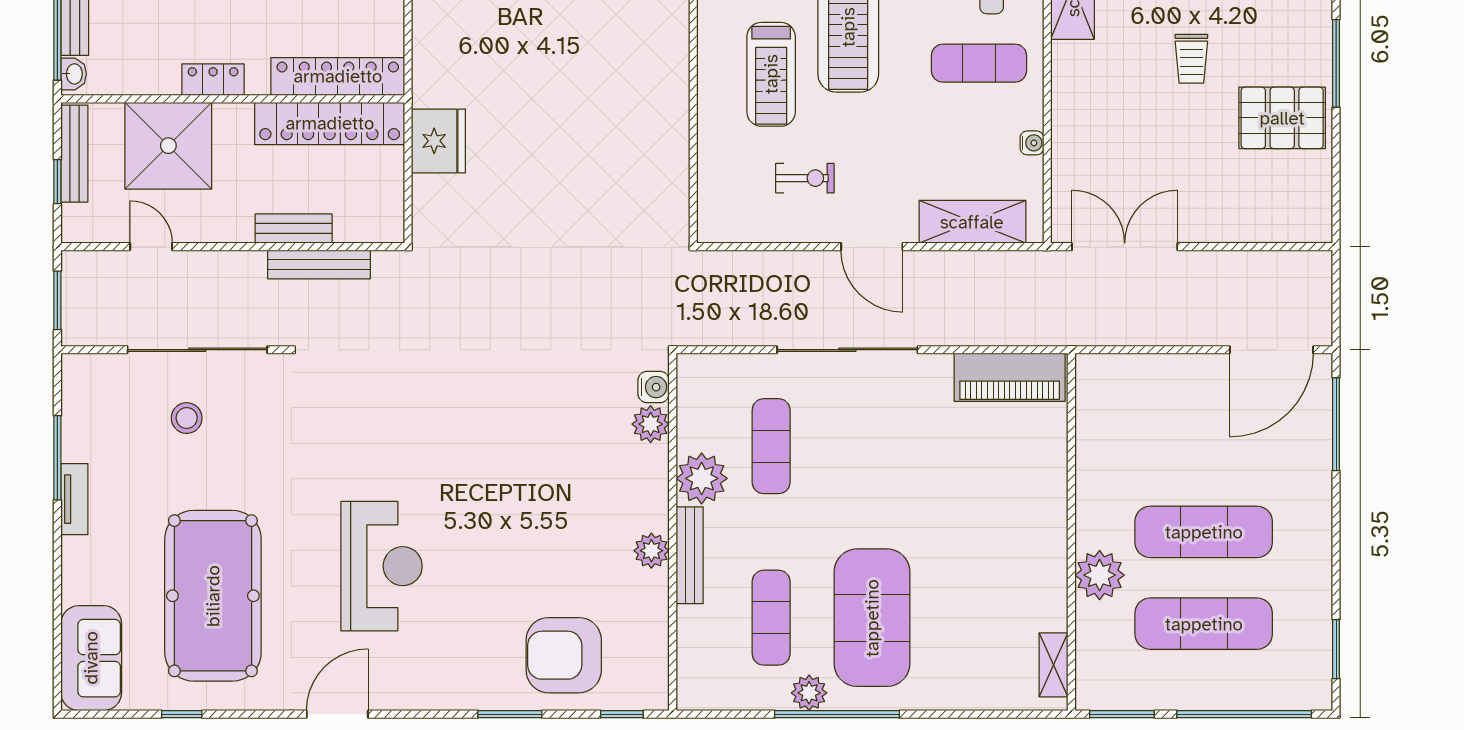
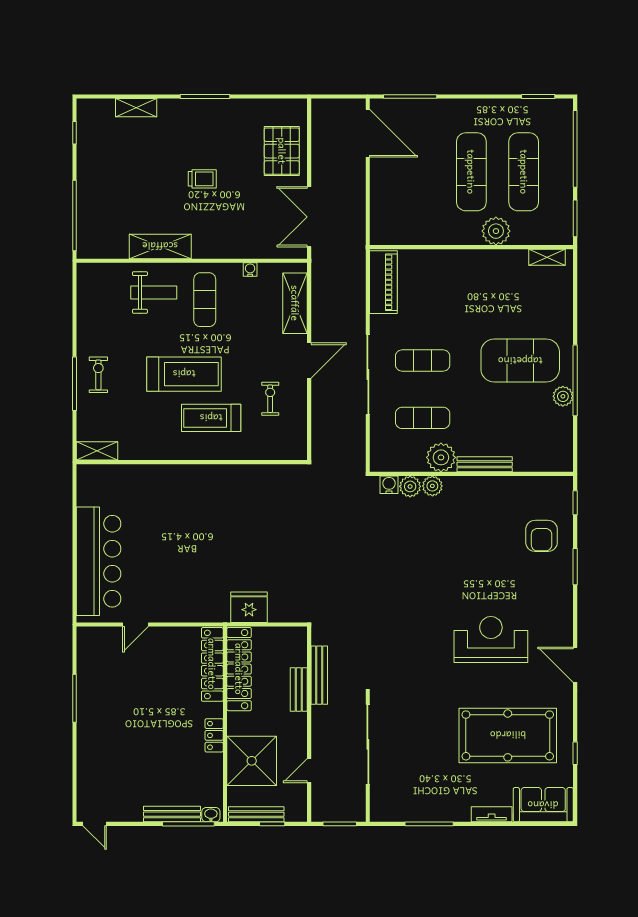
treadmill: (771, 74) -> (211, 418), turned 180
pallet: (1282, 118) -> (282, 151), moved
stool: (187, 418) -> (407, 750), removed
tv unit: (74, 499) -> (492, 814), moved
plant: (651, 551) -> (432, 486), moved
exercise mat: (771, 618) -> (423, 361), moved
armchair: (564, 655) -> (542, 536), width x0.73, depth x0.73

